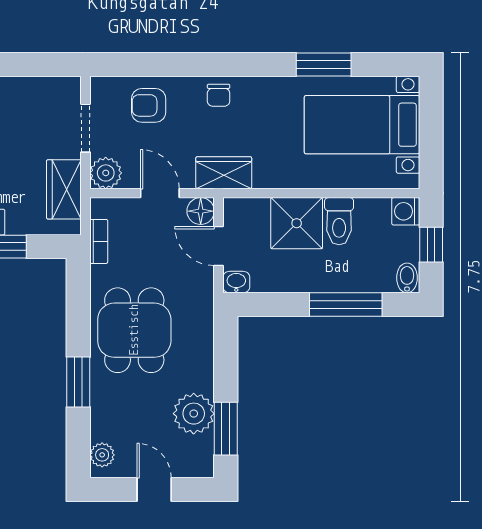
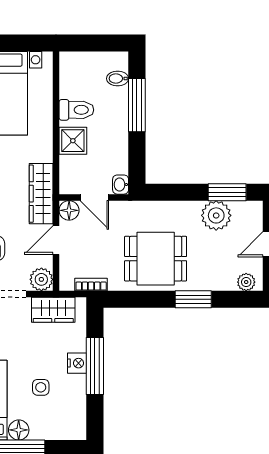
wardrobe: (224, 173) -> (41, 194), width x1.50
washing machine: (406, 211) -> (69, 61), removed
shower: (297, 223) -> (73, 141), width x0.73, depth x0.73
window: (431, 245) -> (93, 43), removed
door: (219, 246) -> (94, 197), hinge flipped
bidet: (407, 278) -> (118, 79), moved

